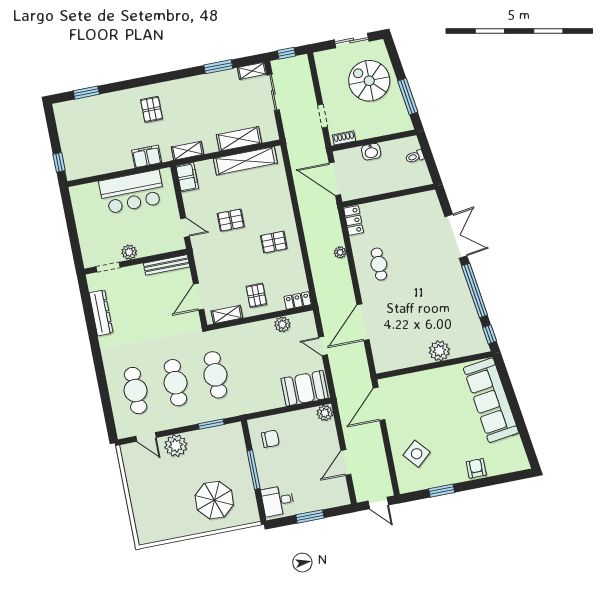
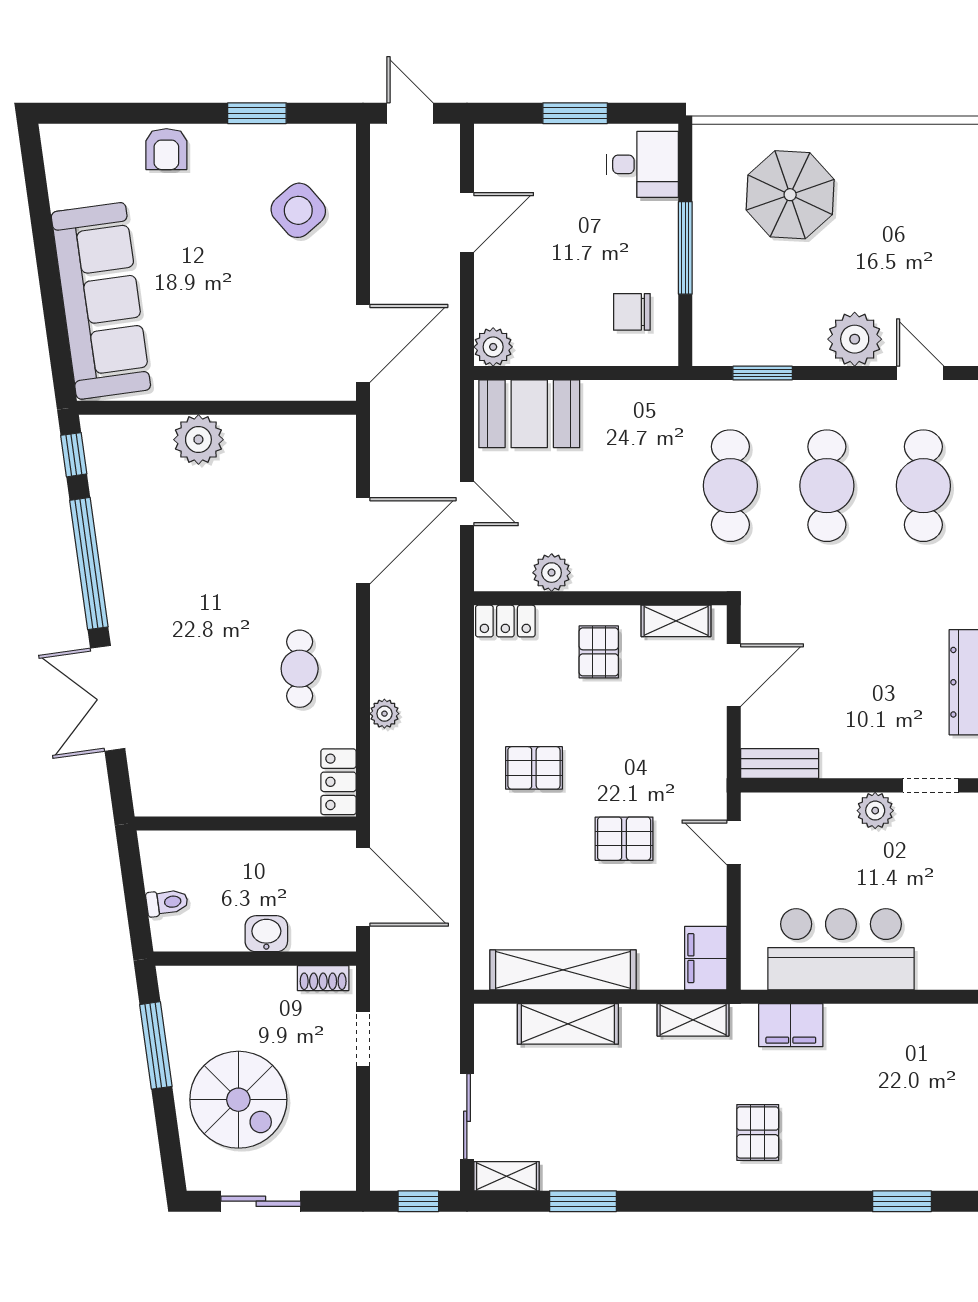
bench: (167, 265) -> (780, 764), width x0.73

